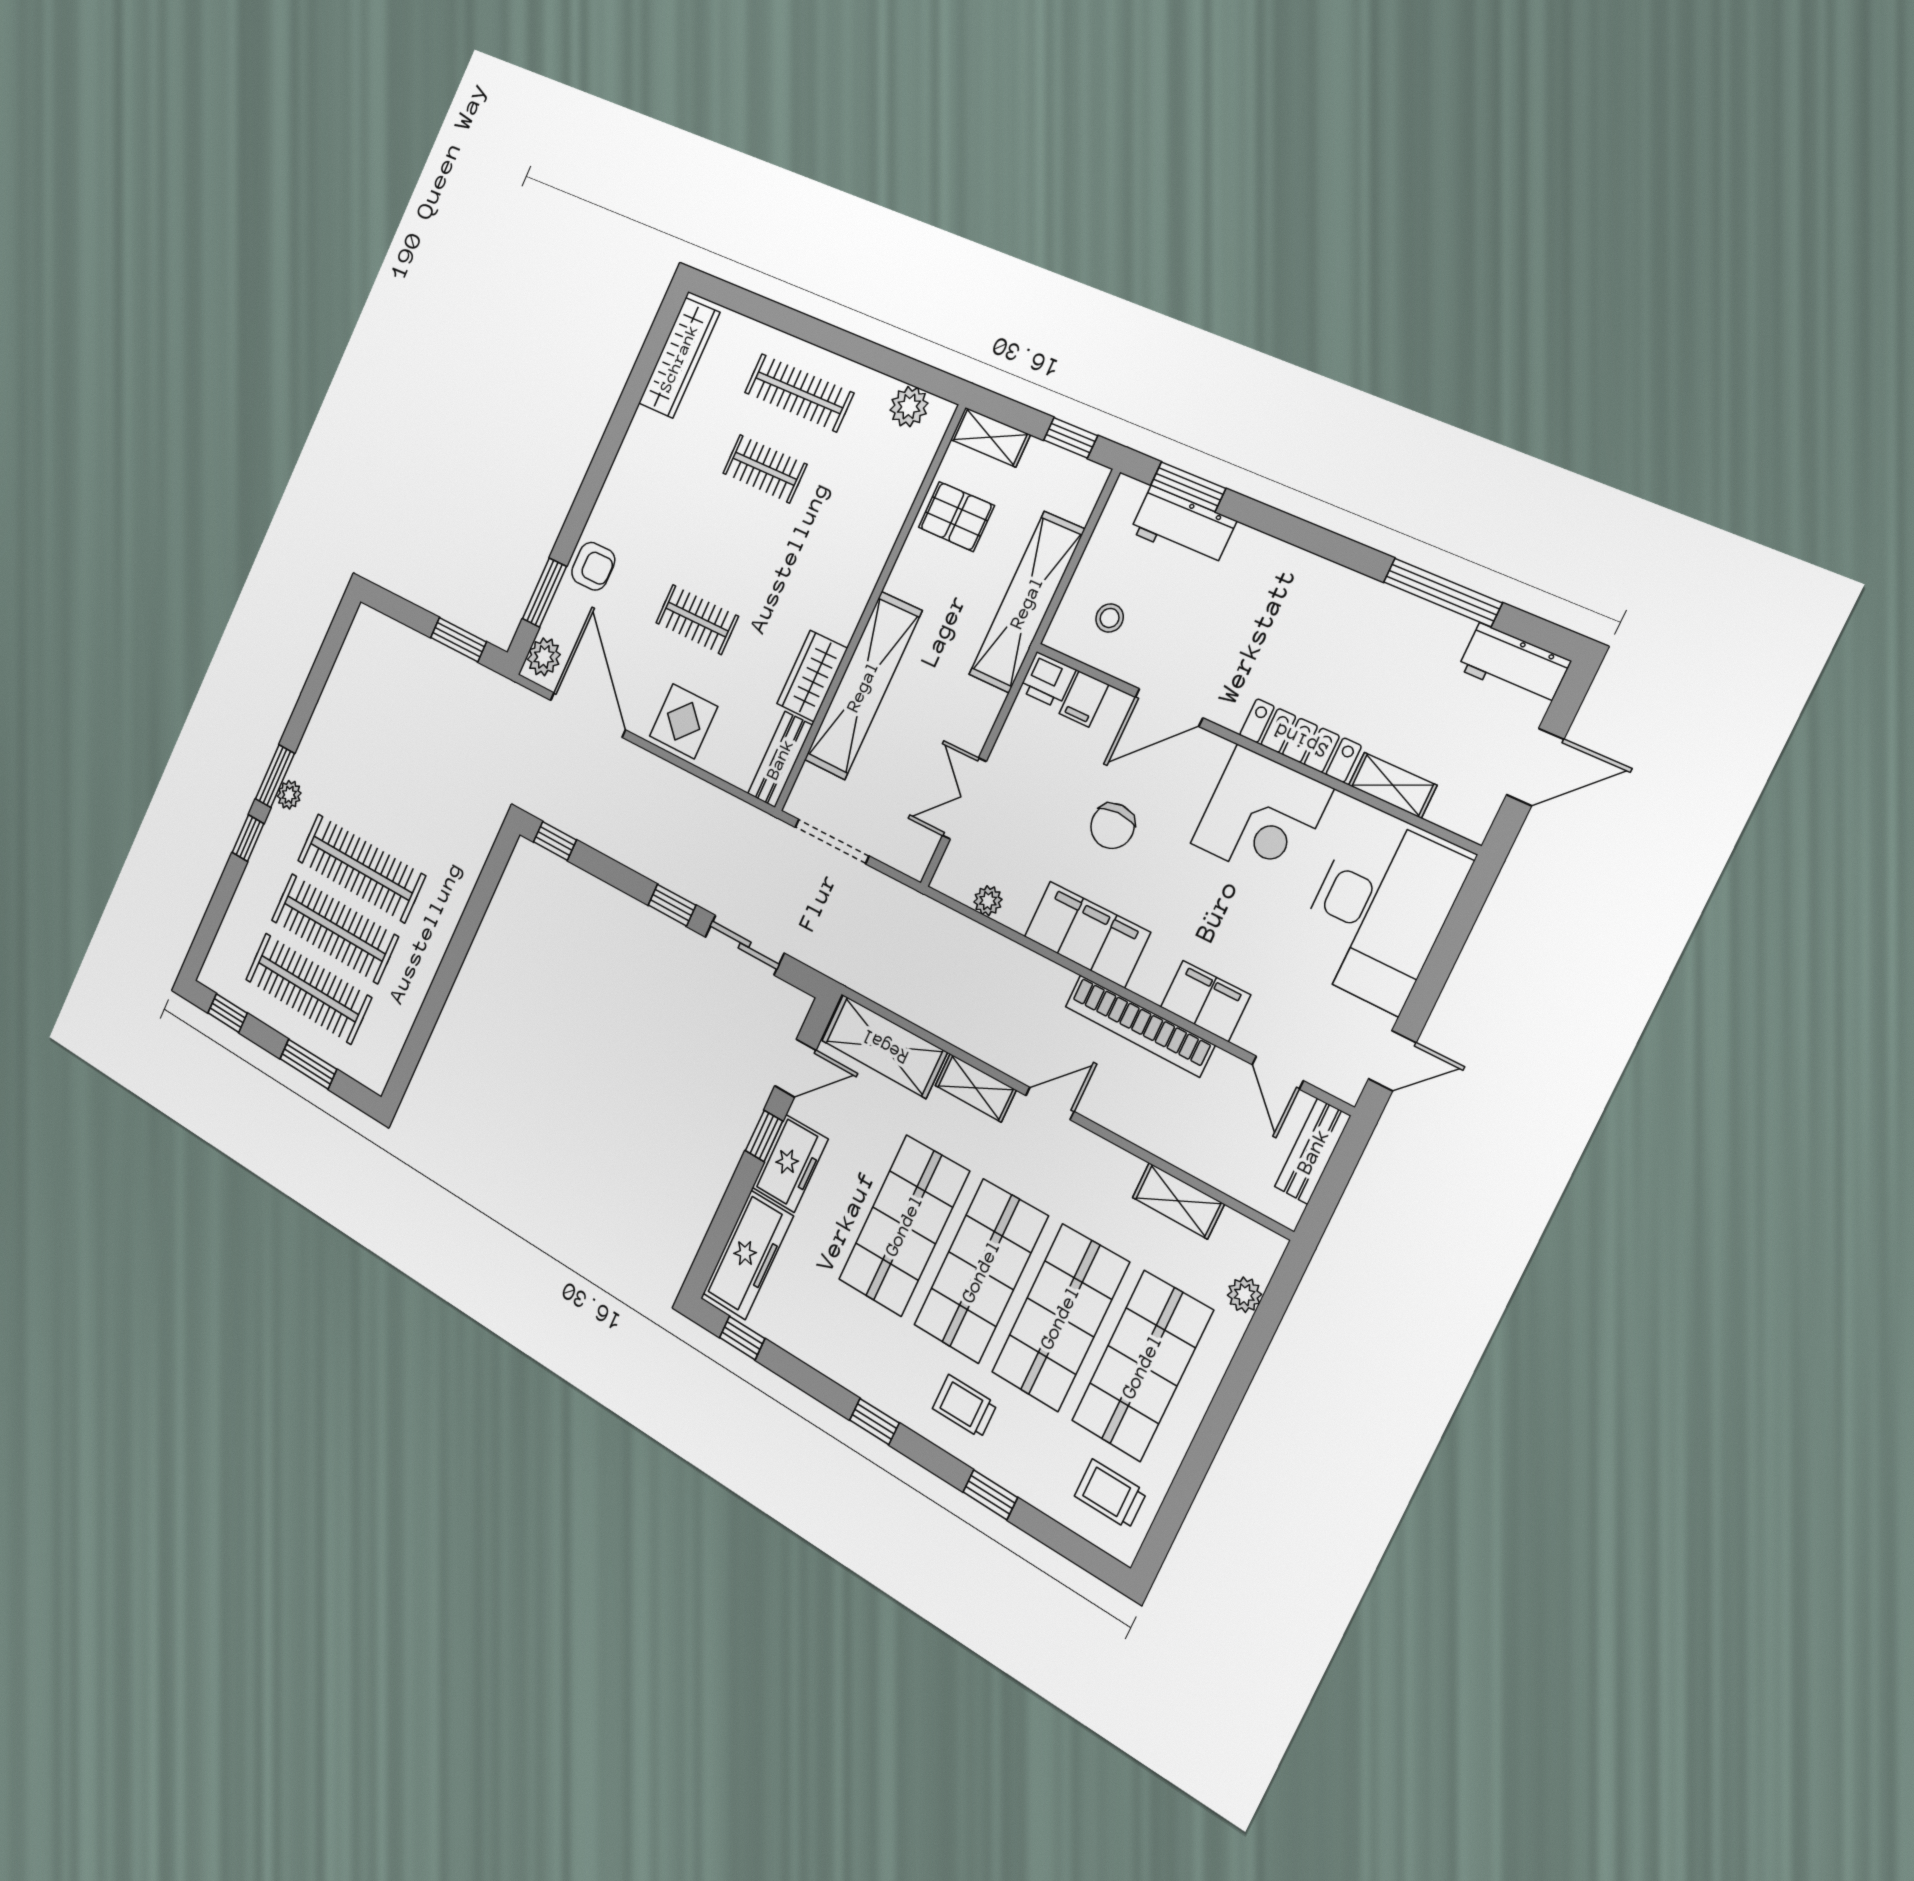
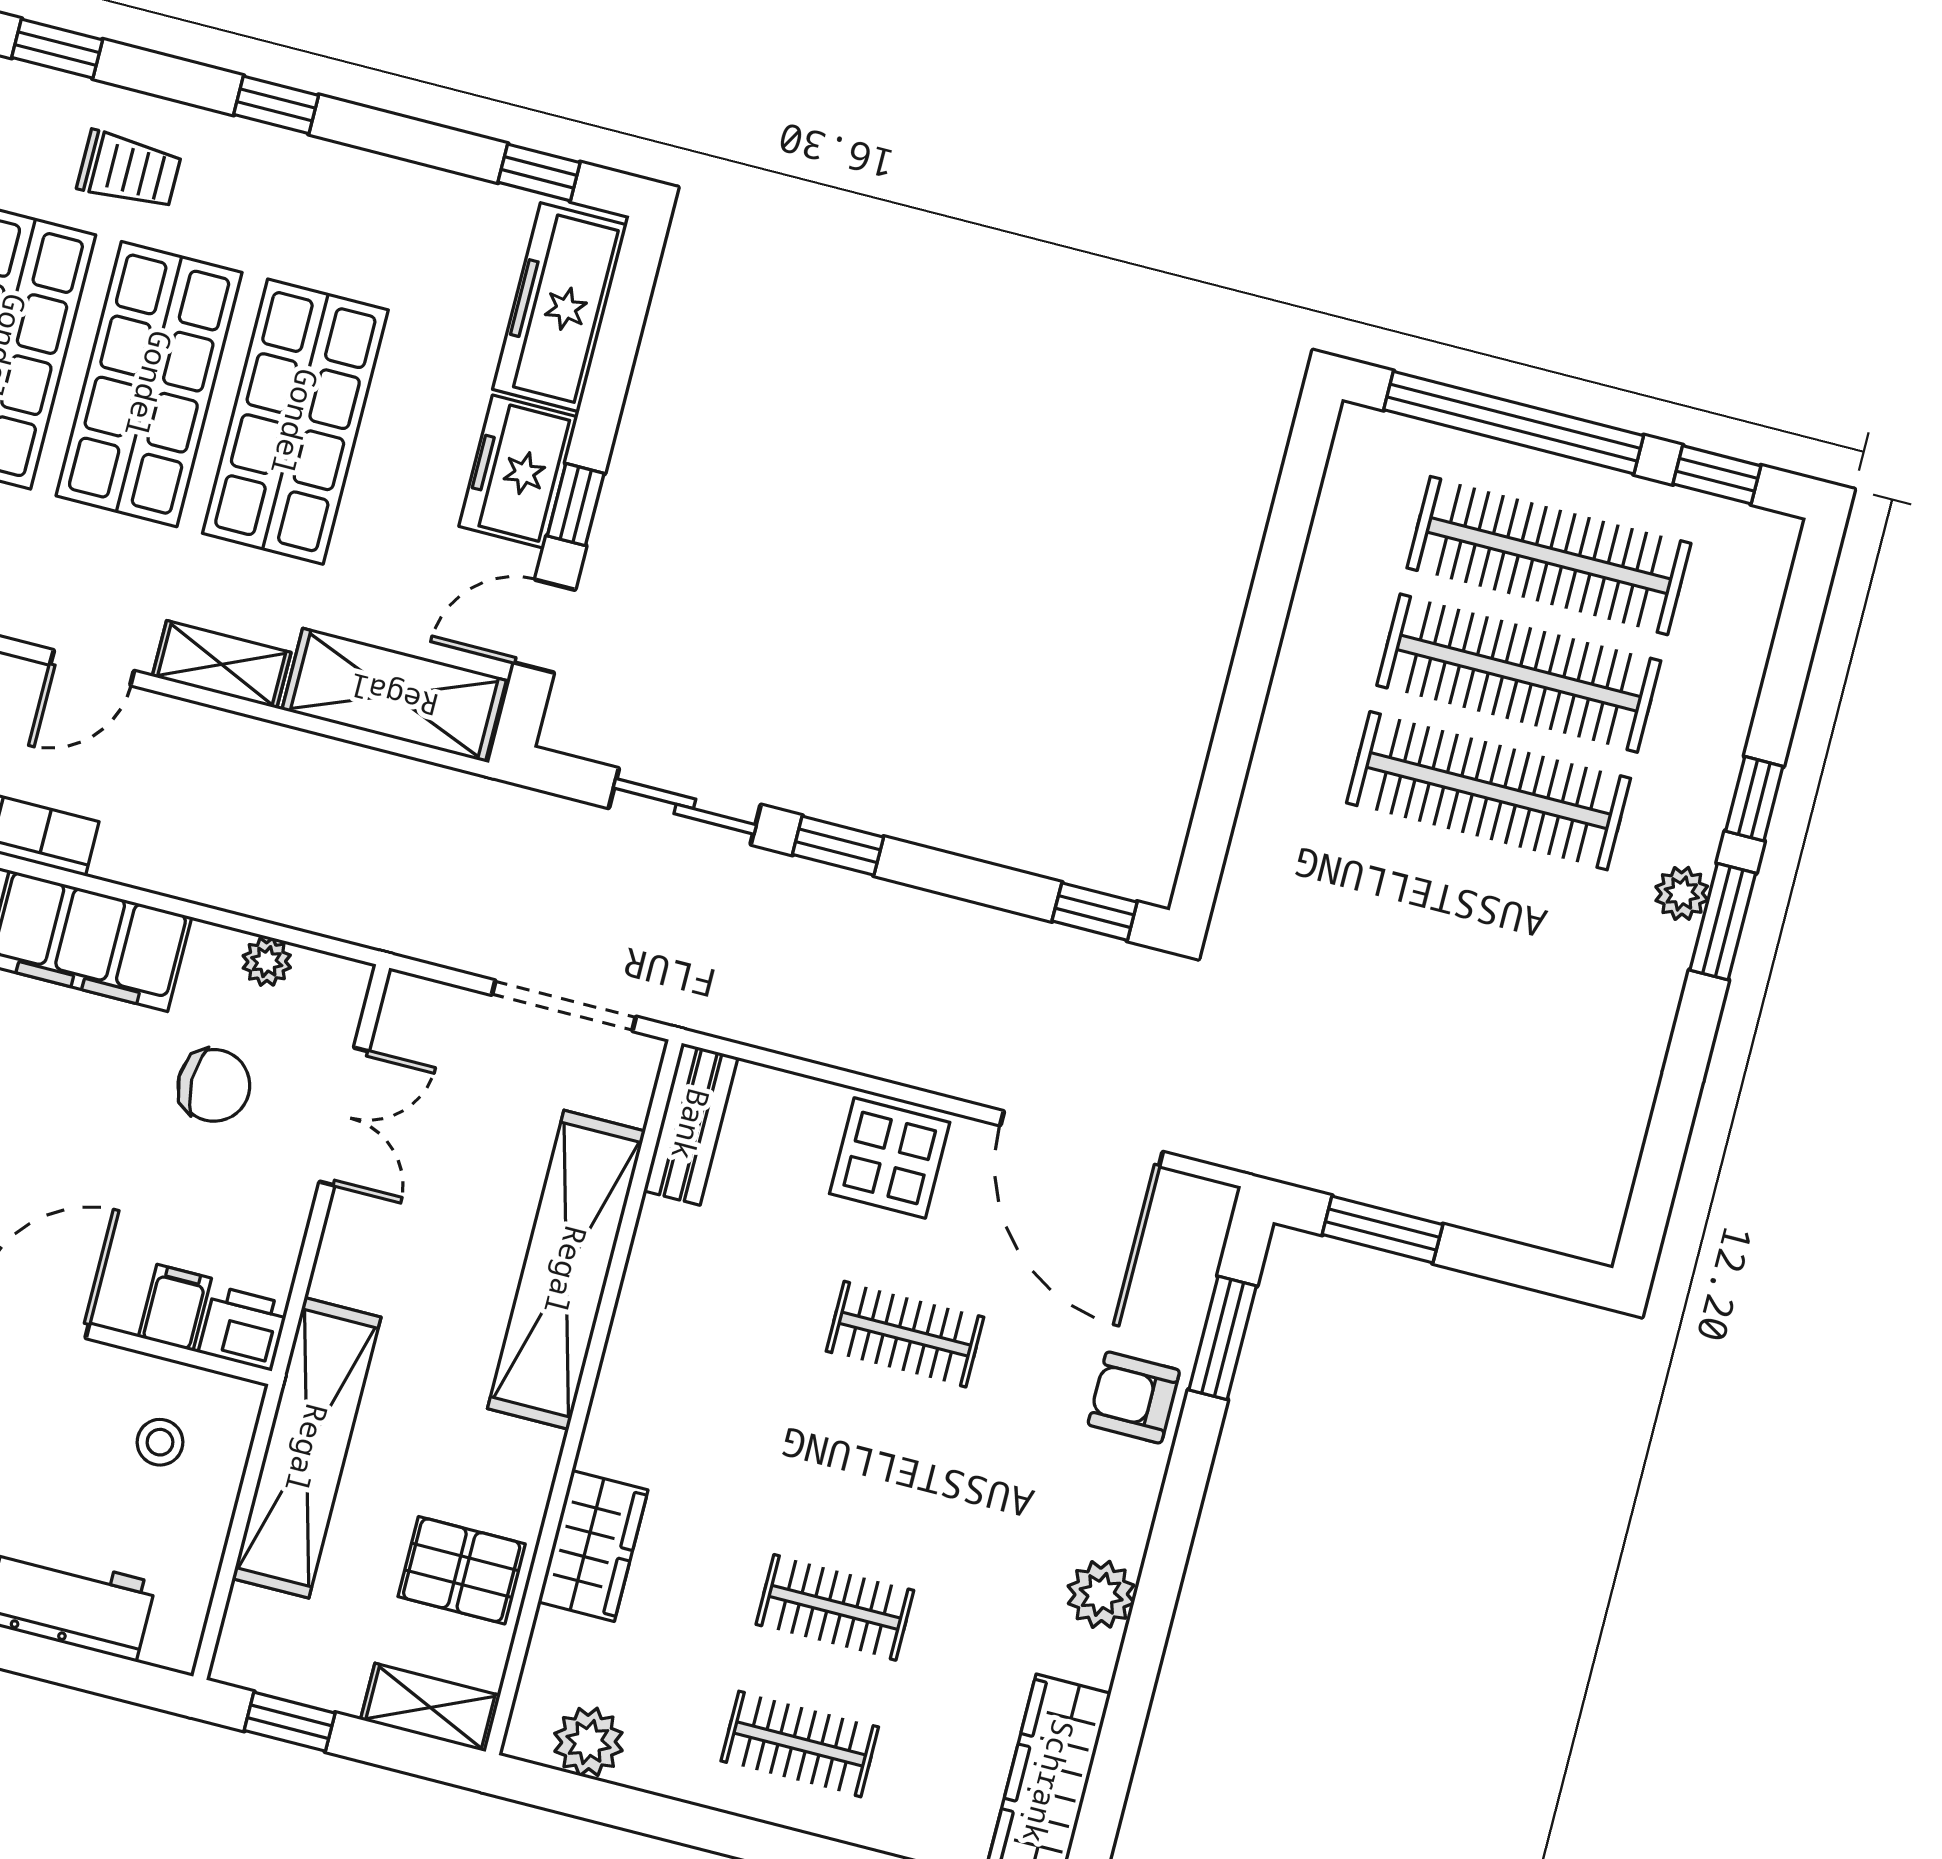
clothes rail: (799, 393) -> (800, 1744), width x0.73
window: (1188, 487) -> (75, 1666), removed
plant: (544, 657) -> (1101, 1594), moved
wardrobe: (812, 676) -> (593, 1546), moved
chair: (1113, 826) -> (214, 1085), moved, turned 90
window: (308, 1064) -> (1514, 423), width x2.11

